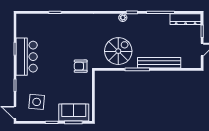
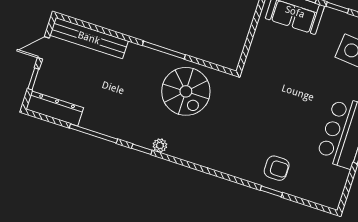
spiral stairs: (118, 51) -> (186, 91), turned -90
bench: (159, 63) -> (89, 38), moved
armchair: (81, 66) -> (277, 168), moved

